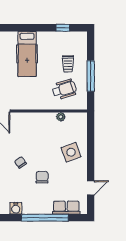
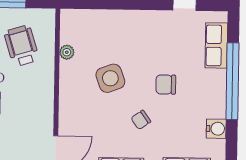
side table: (71, 152) -> (110, 78), moved

